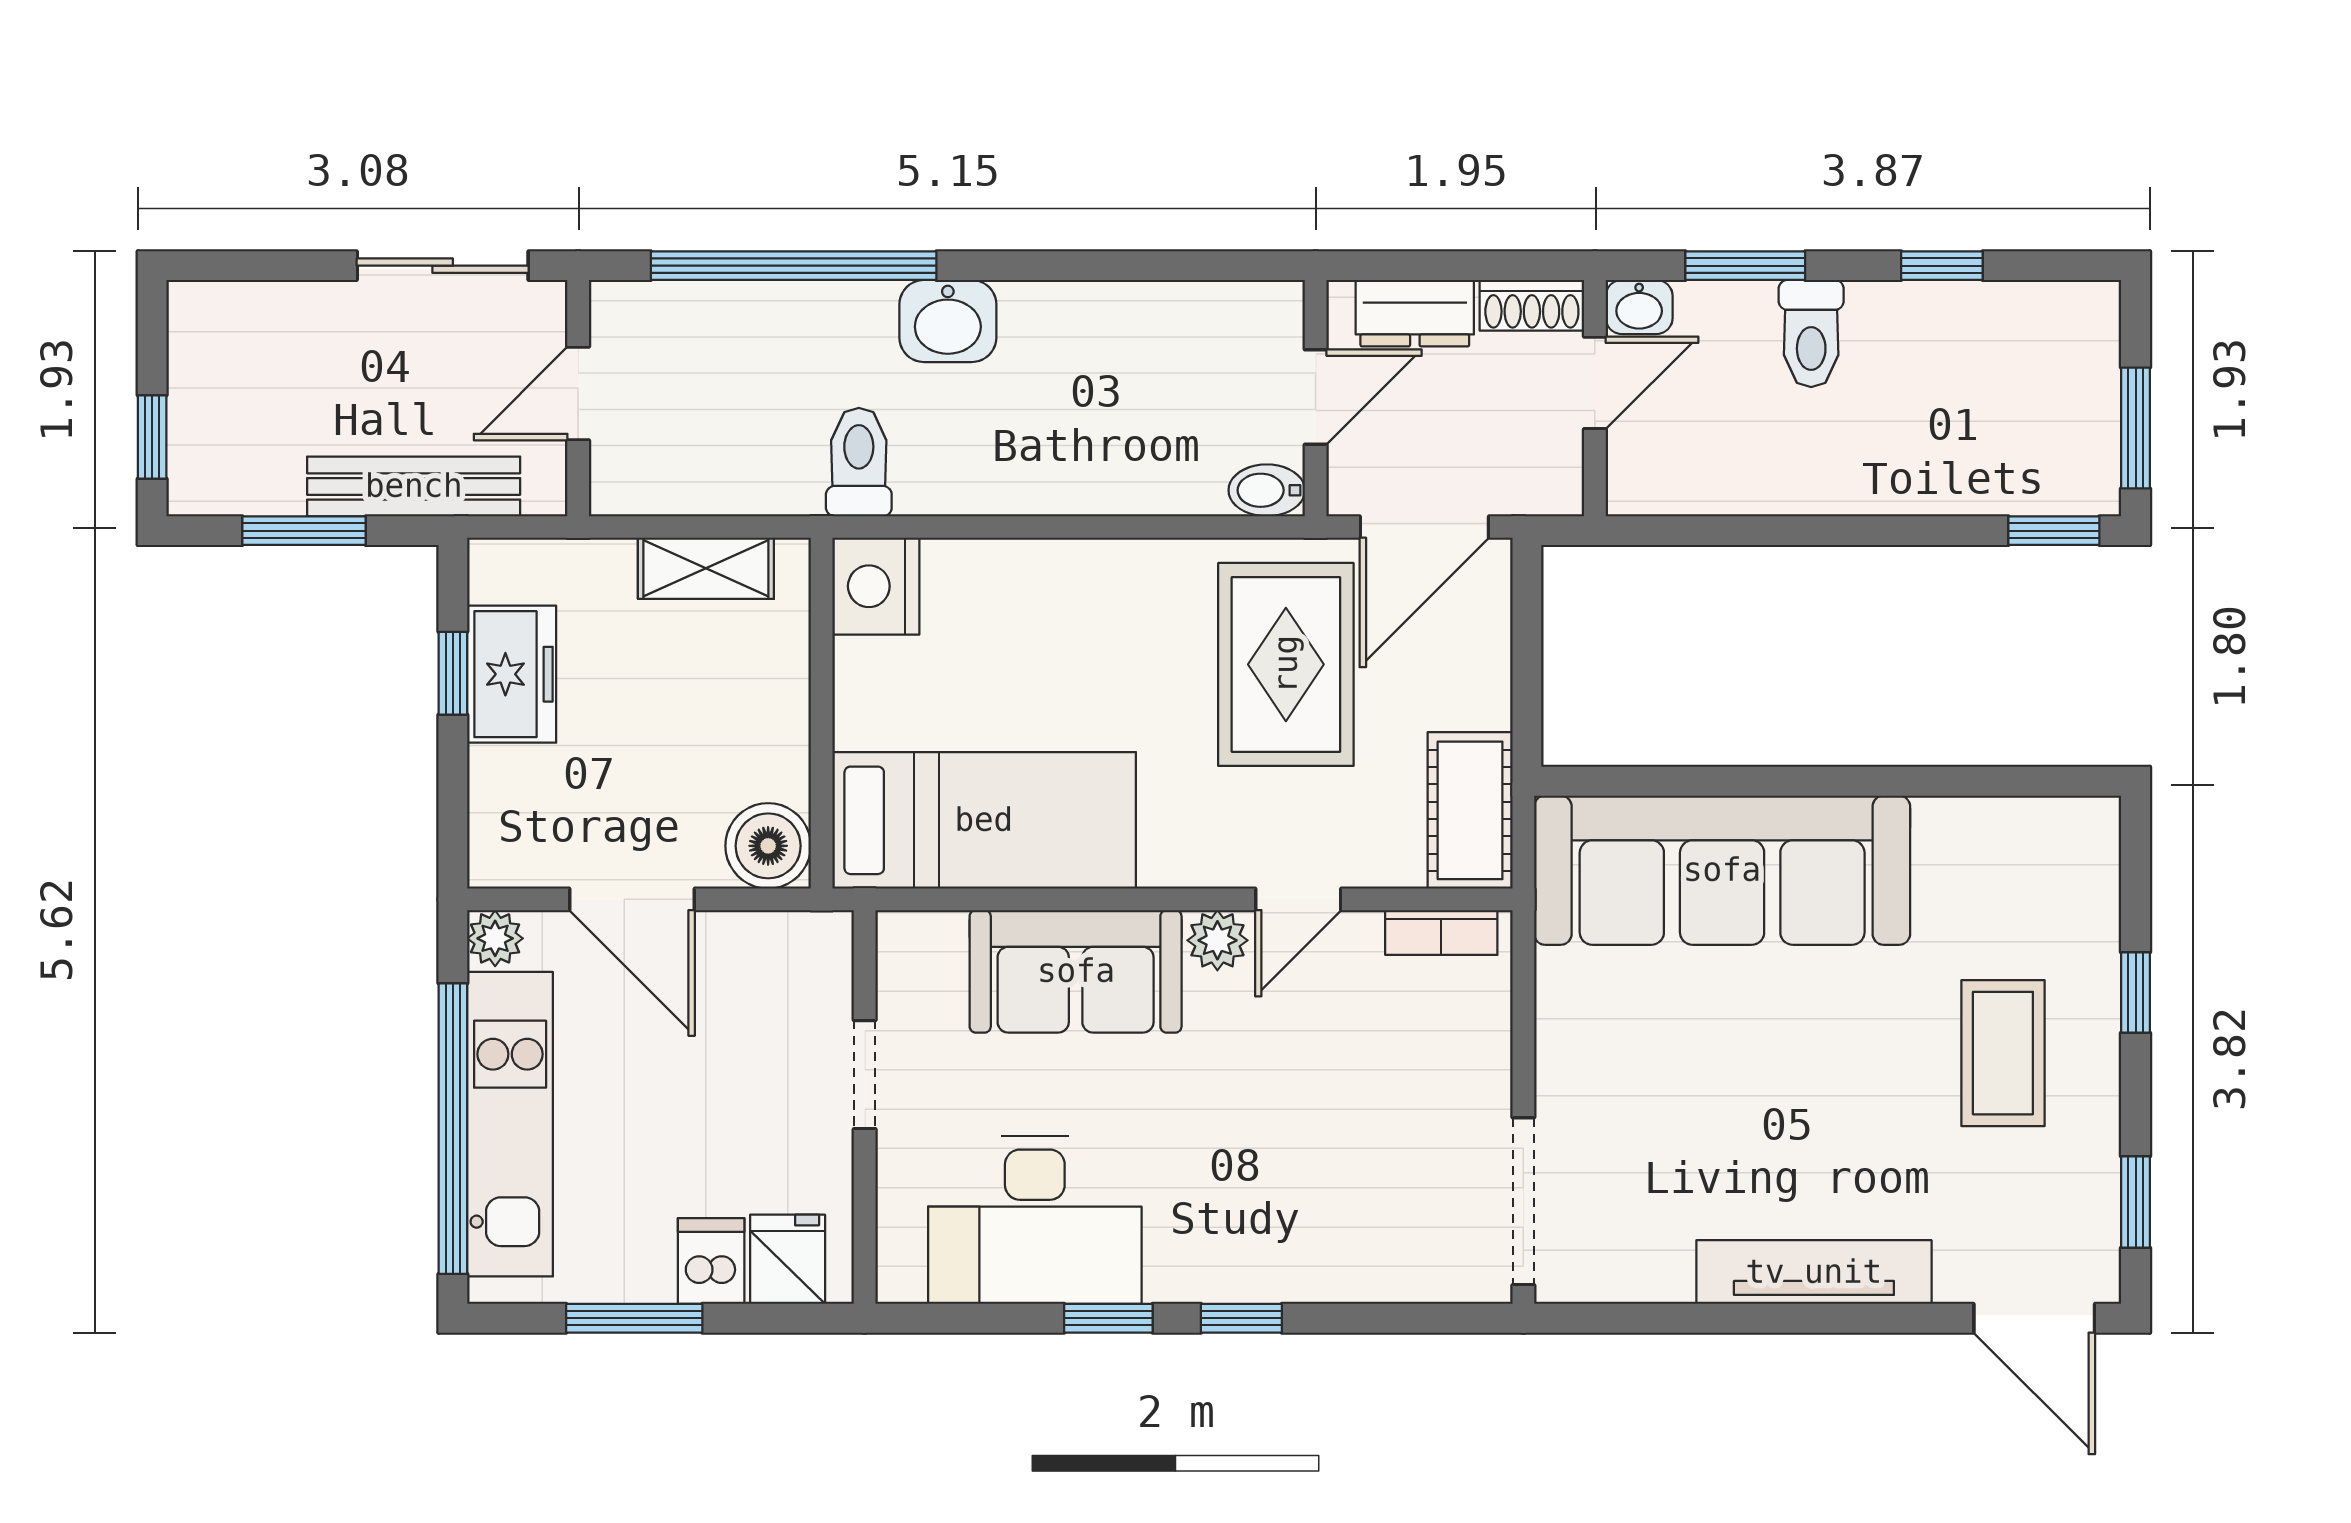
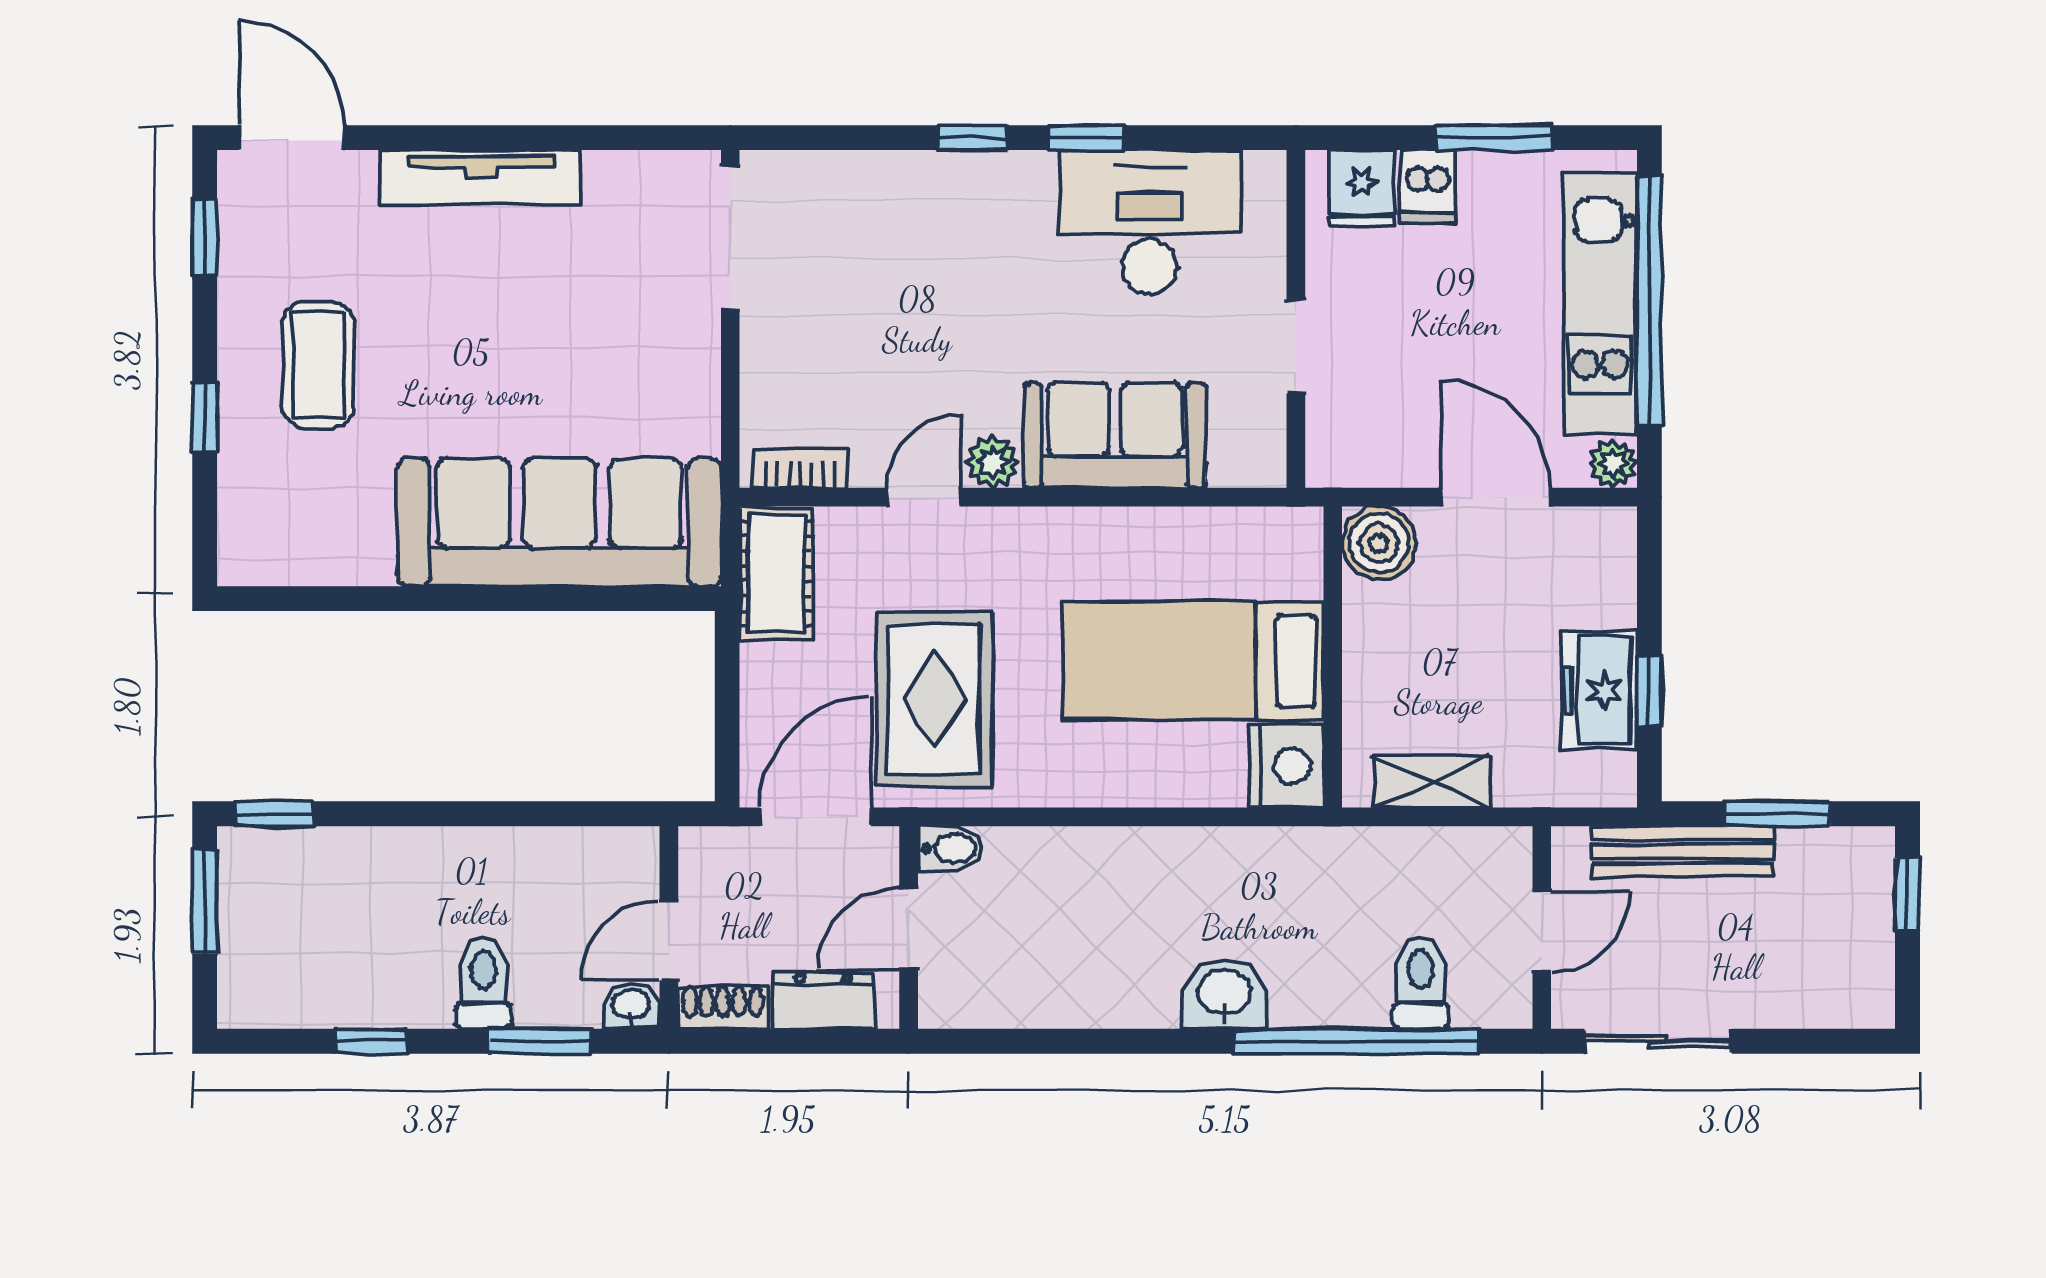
toilet: (859, 462) -> (1421, 982), moved, turned 180
bed: (984, 820) -> (1193, 661), moved

